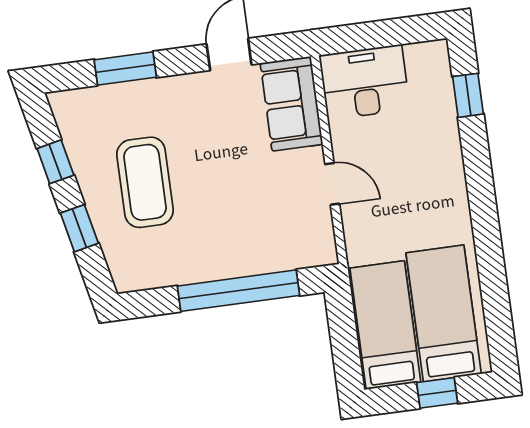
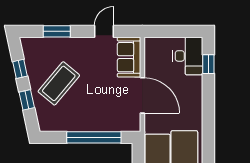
desk: (365, 82) -> (188, 56), moved, turned 90
coffee table: (145, 182) -> (59, 83), turned 40
door: (332, 184) -> (142, 95), width x1.88

